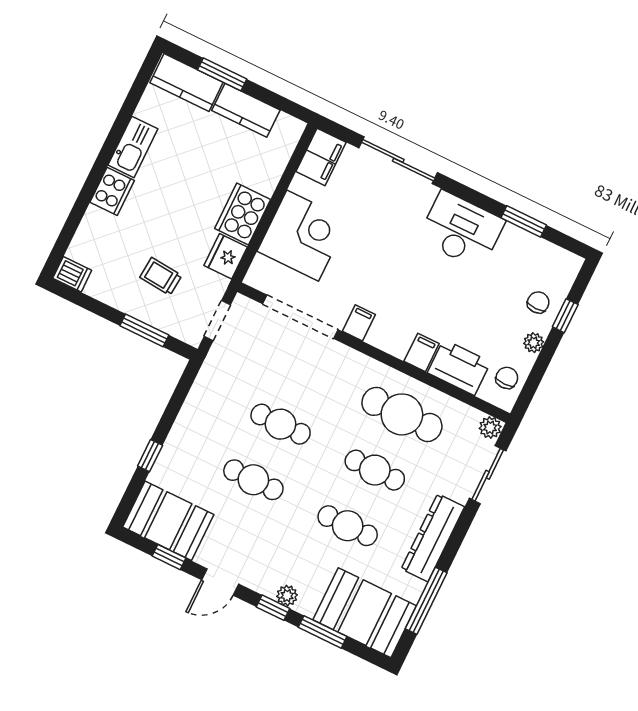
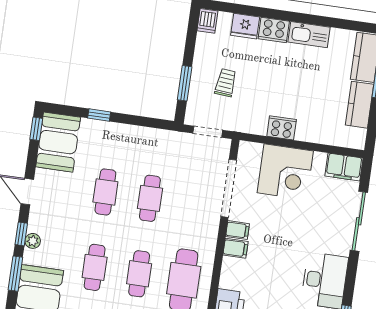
cooker: (243, 214) -> (282, 128), width x0.73, depth x0.76
fridge: (226, 256) -> (245, 26), moved, turned 180
filing cabinet: (422, 352) -> (236, 248), moved
window: (169, 557) -> (36, 129), moved

